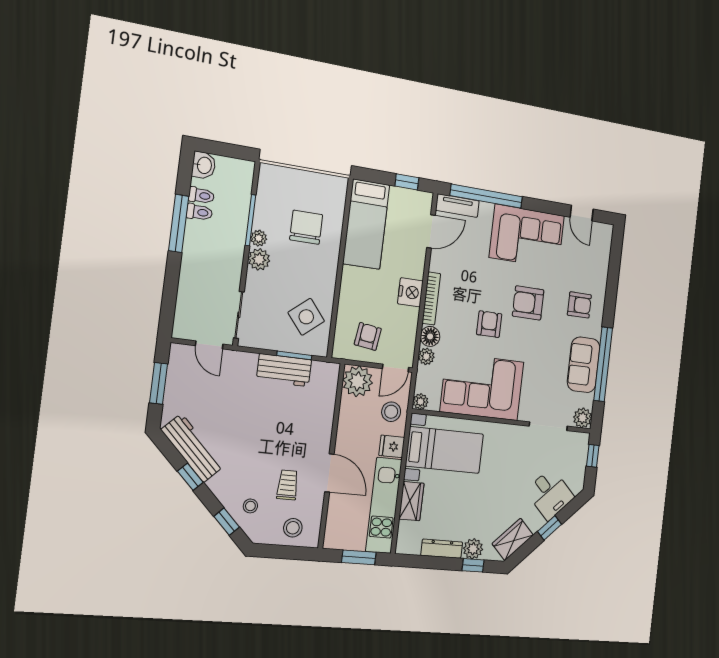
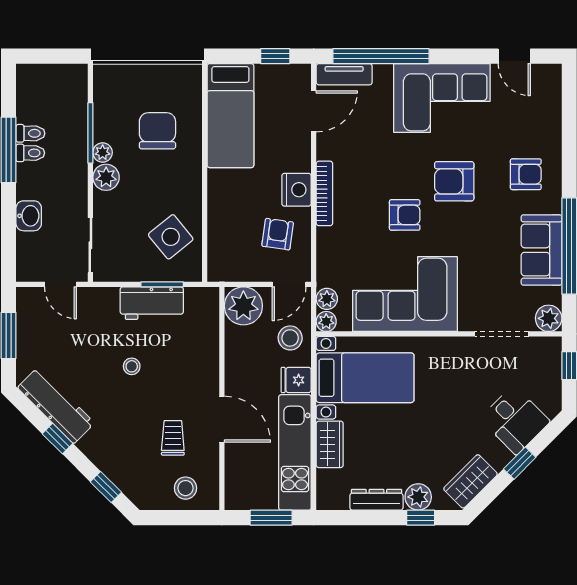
washbasin: (204, 165) -> (29, 216), moved
toilet: (201, 195) -> (30, 153), moved
armchair: (489, 324) -> (405, 215), turned 90
armchair: (368, 336) -> (278, 234), moved
floor lamp: (430, 336) -> (329, 240), removed
plant: (426, 356) -> (327, 299), moved
stool: (250, 506) -> (132, 366), moved

